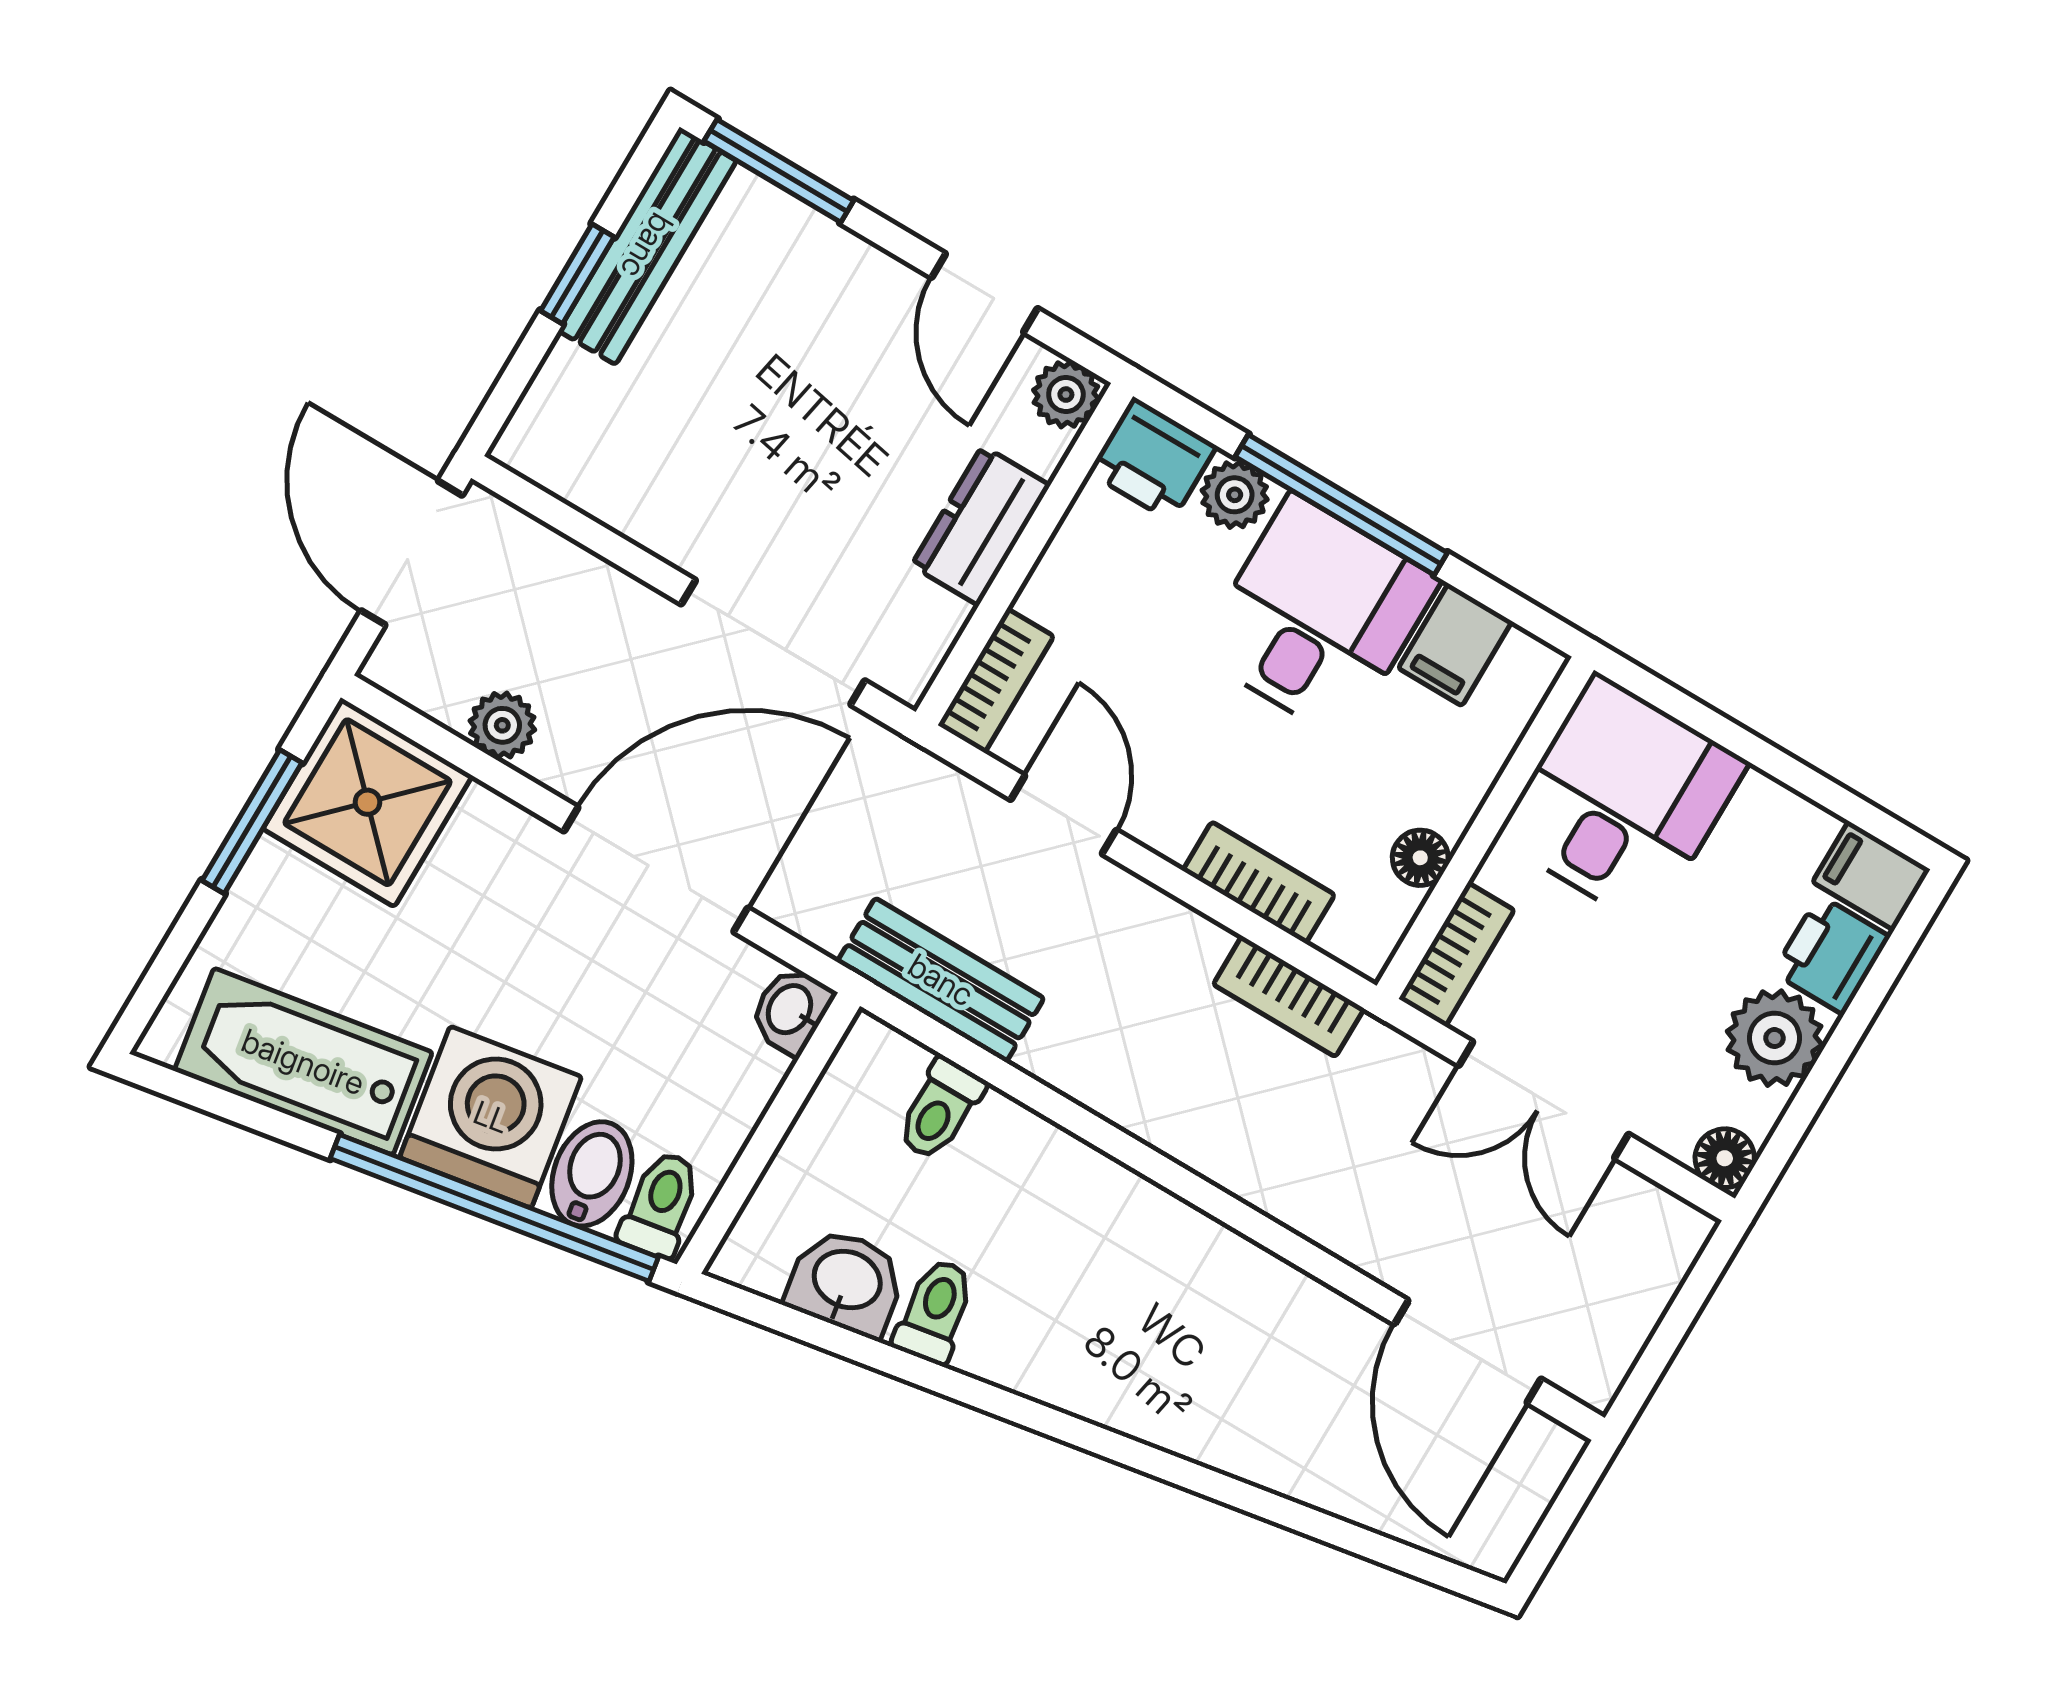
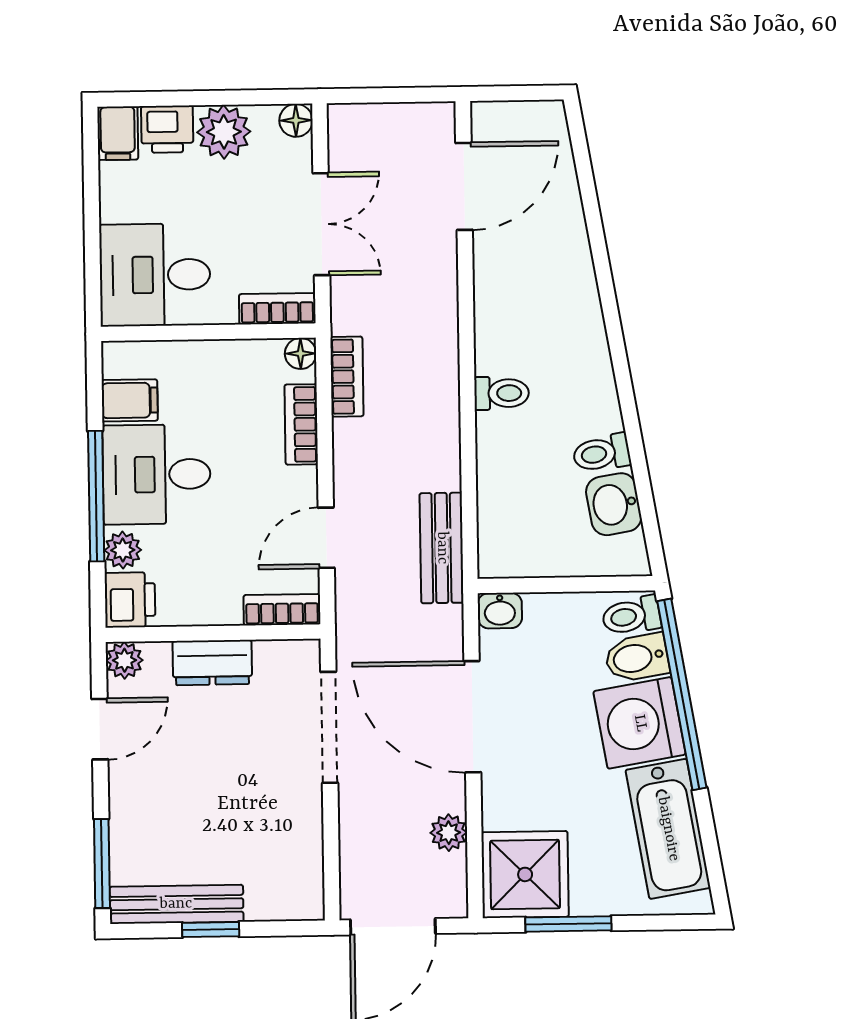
floor lamp: (1420, 858) -> (301, 354), moved
toilet: (940, 1109) -> (502, 393), moved

